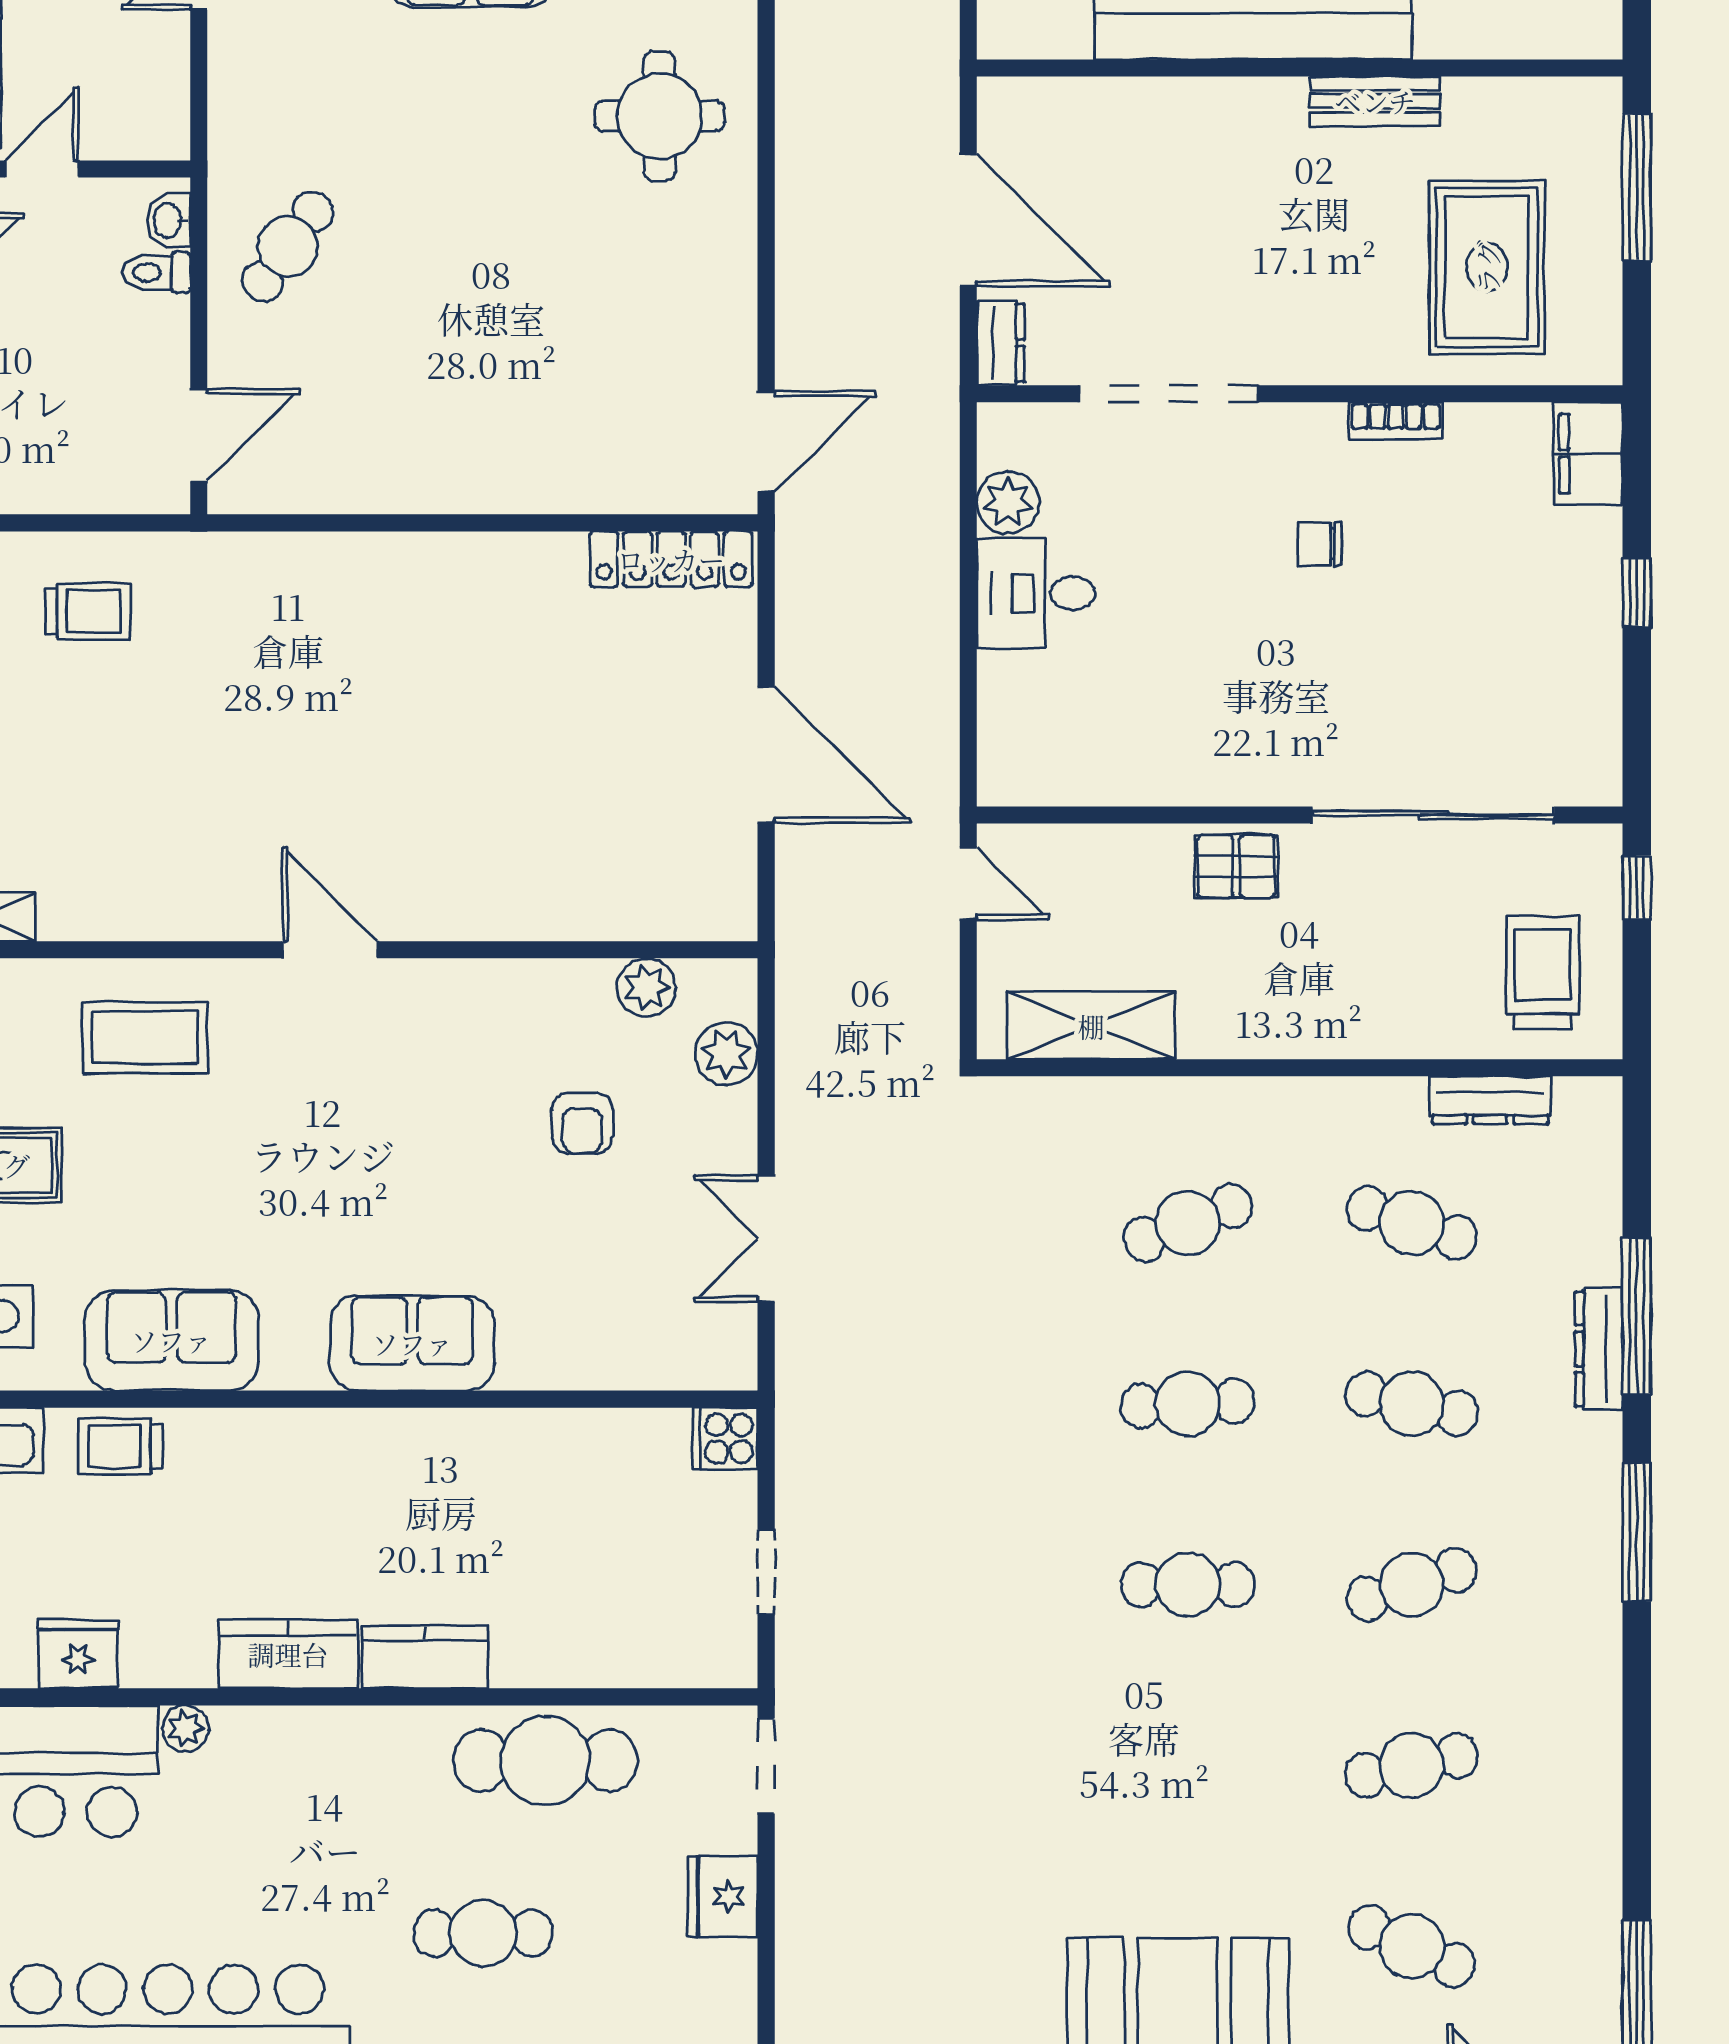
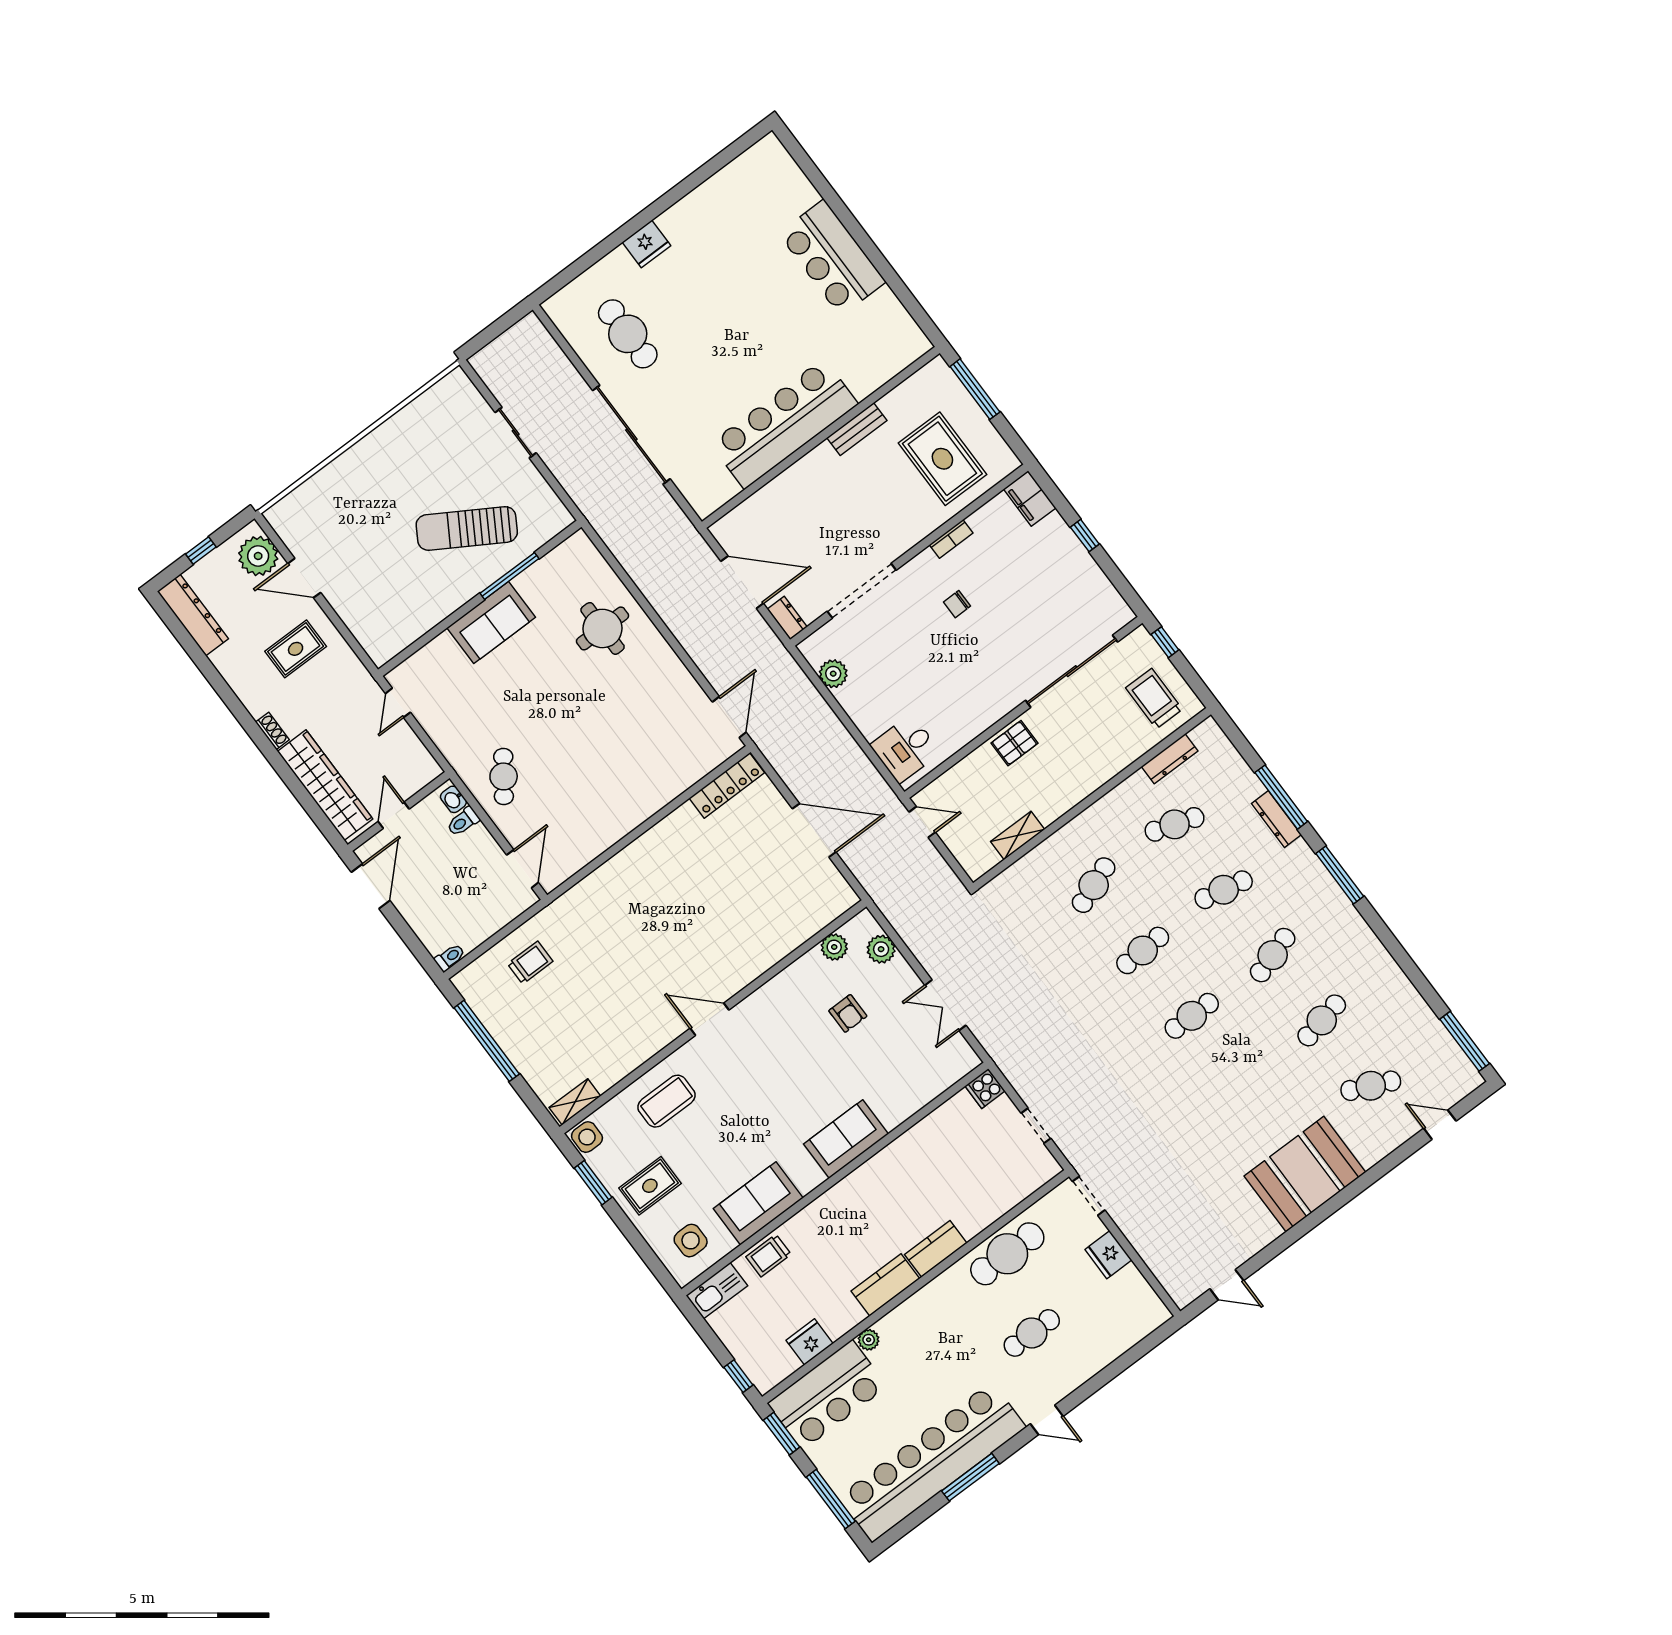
desk: (1036, 593) -> (905, 749), moved
shelving: (1091, 1026) -> (1018, 836), width x0.67, depth x0.75

